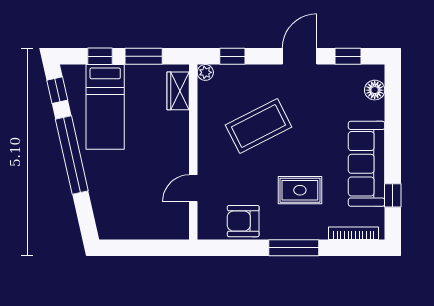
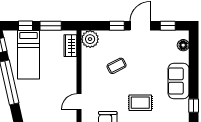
window: (232, 56) -> (117, 26), moved
plant: (205, 72) -> (90, 39), width x1.88, depth x1.88
coffee table: (259, 126) -> (117, 66), width x0.54, depth x0.58
sofa: (367, 164) -> (179, 81), width x0.73

